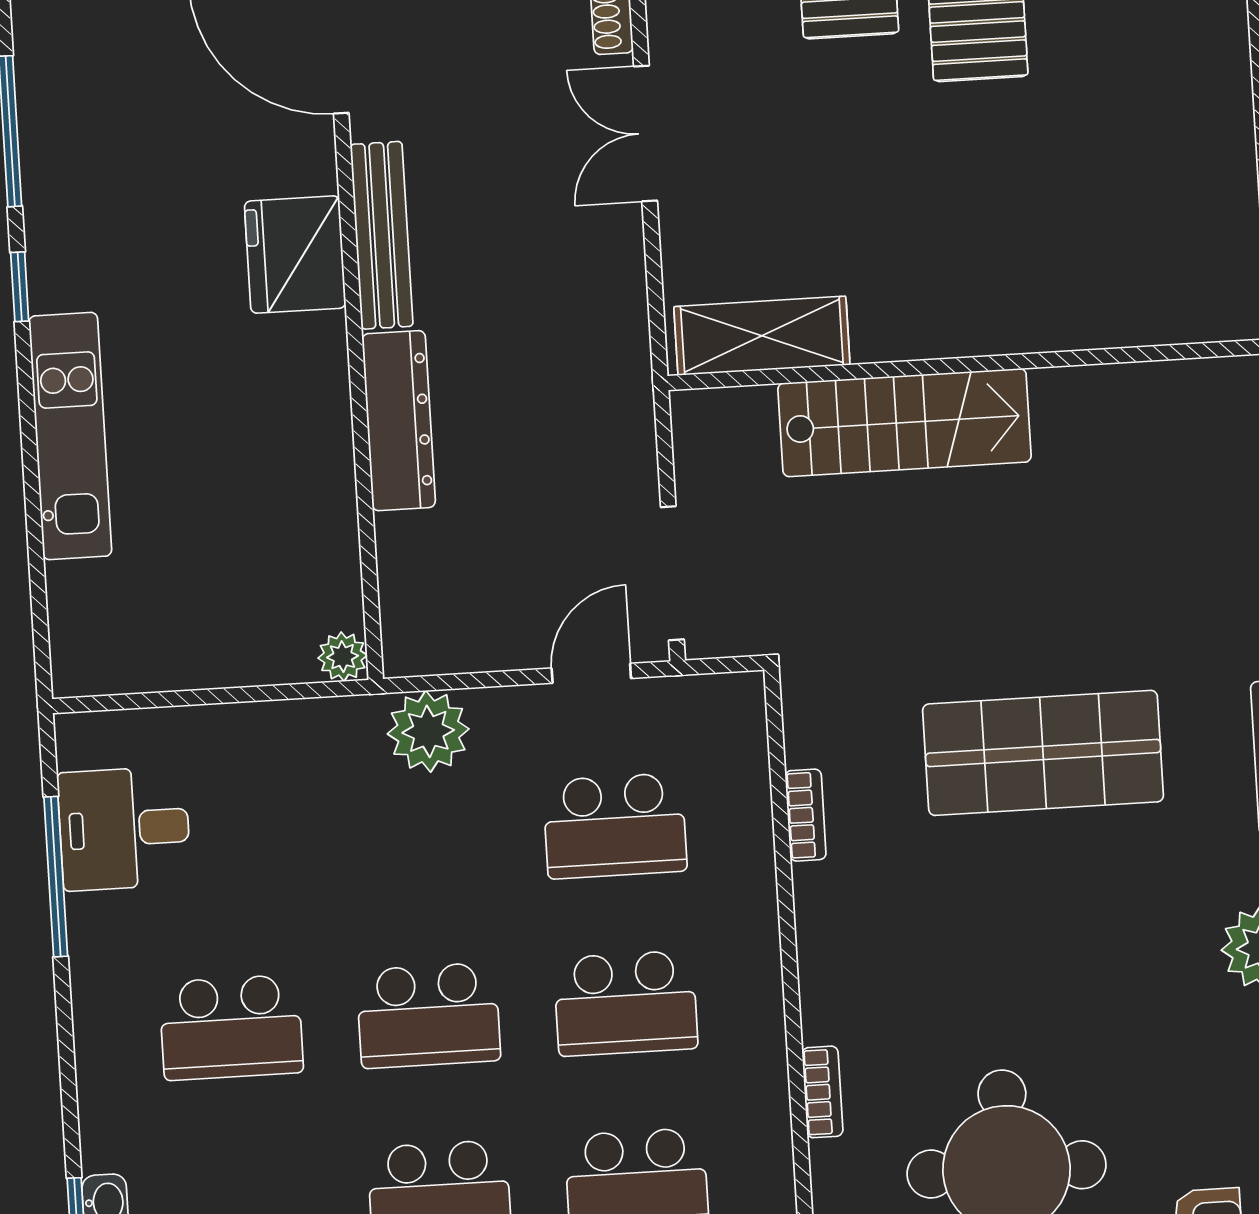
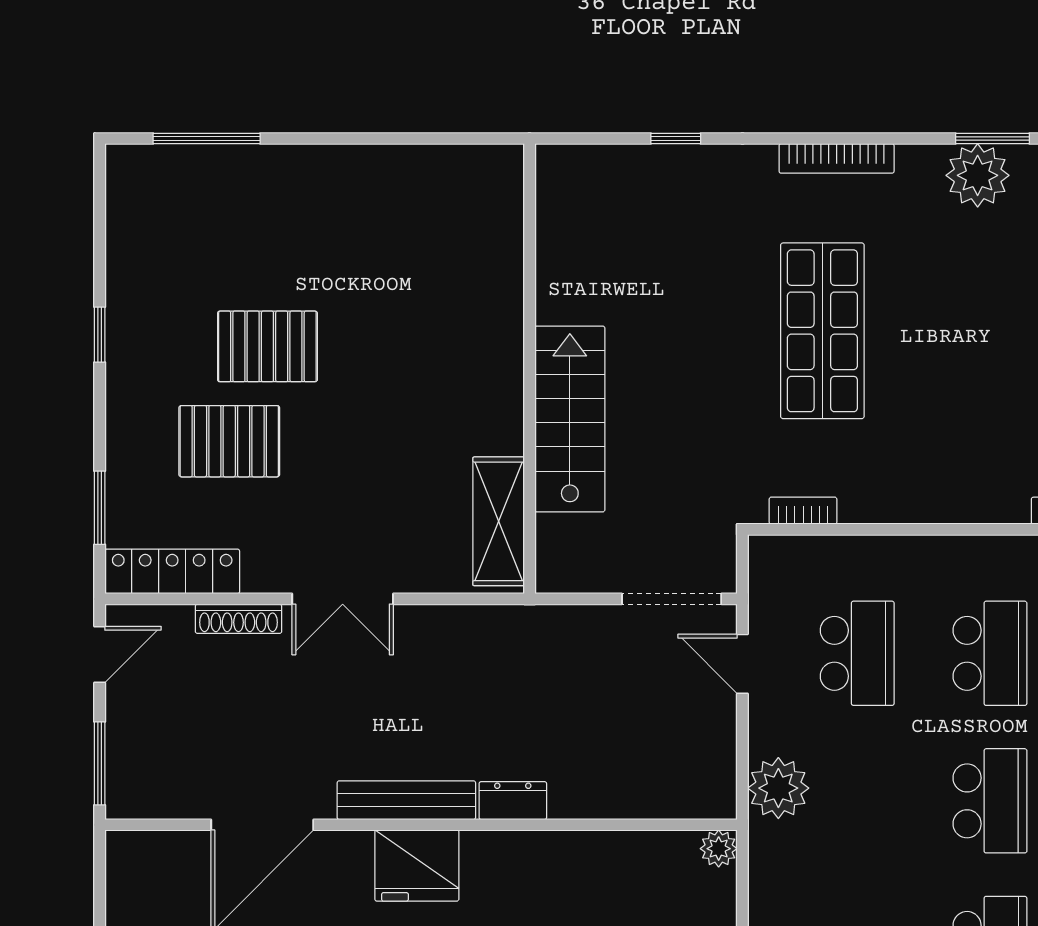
dresser: (399, 421) -> (513, 801), width x0.51, depth x0.80
bookcase: (806, 815) -> (803, 511), moved

